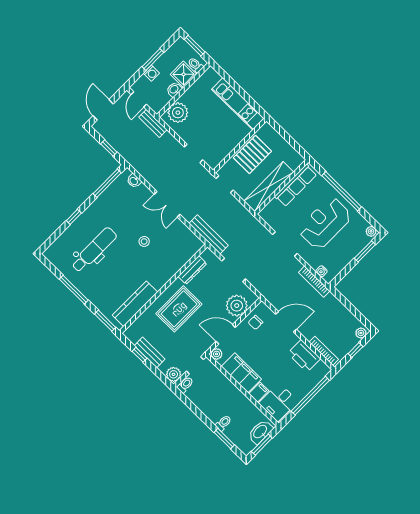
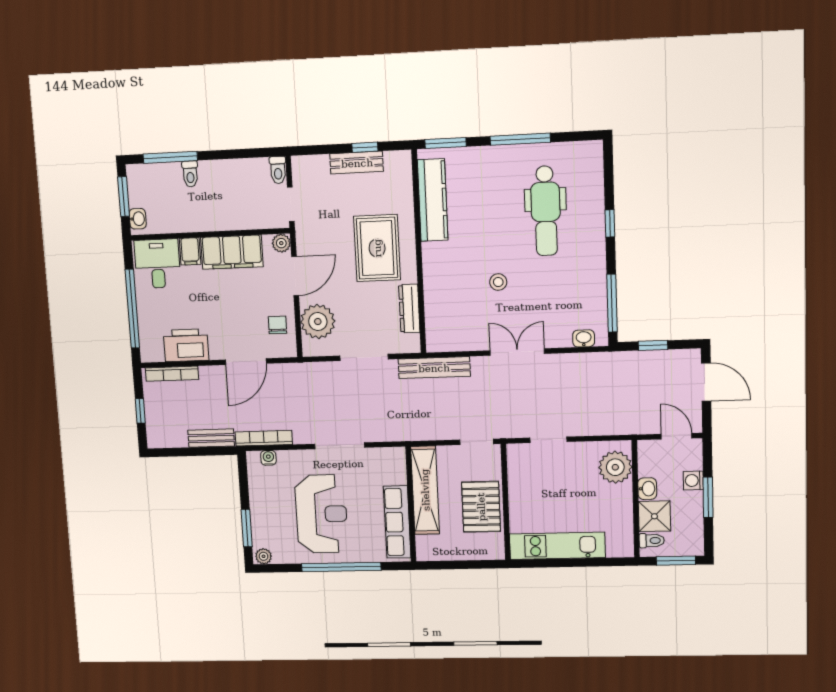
bench: (153, 123) -> (211, 438), moved
plant: (361, 333) -> (155, 436), removed
plant: (174, 374) -> (303, 167), removed
washbasin: (260, 432) -> (138, 219), width x0.52, depth x0.69
window: (224, 439) -> (170, 157), width x1.44

